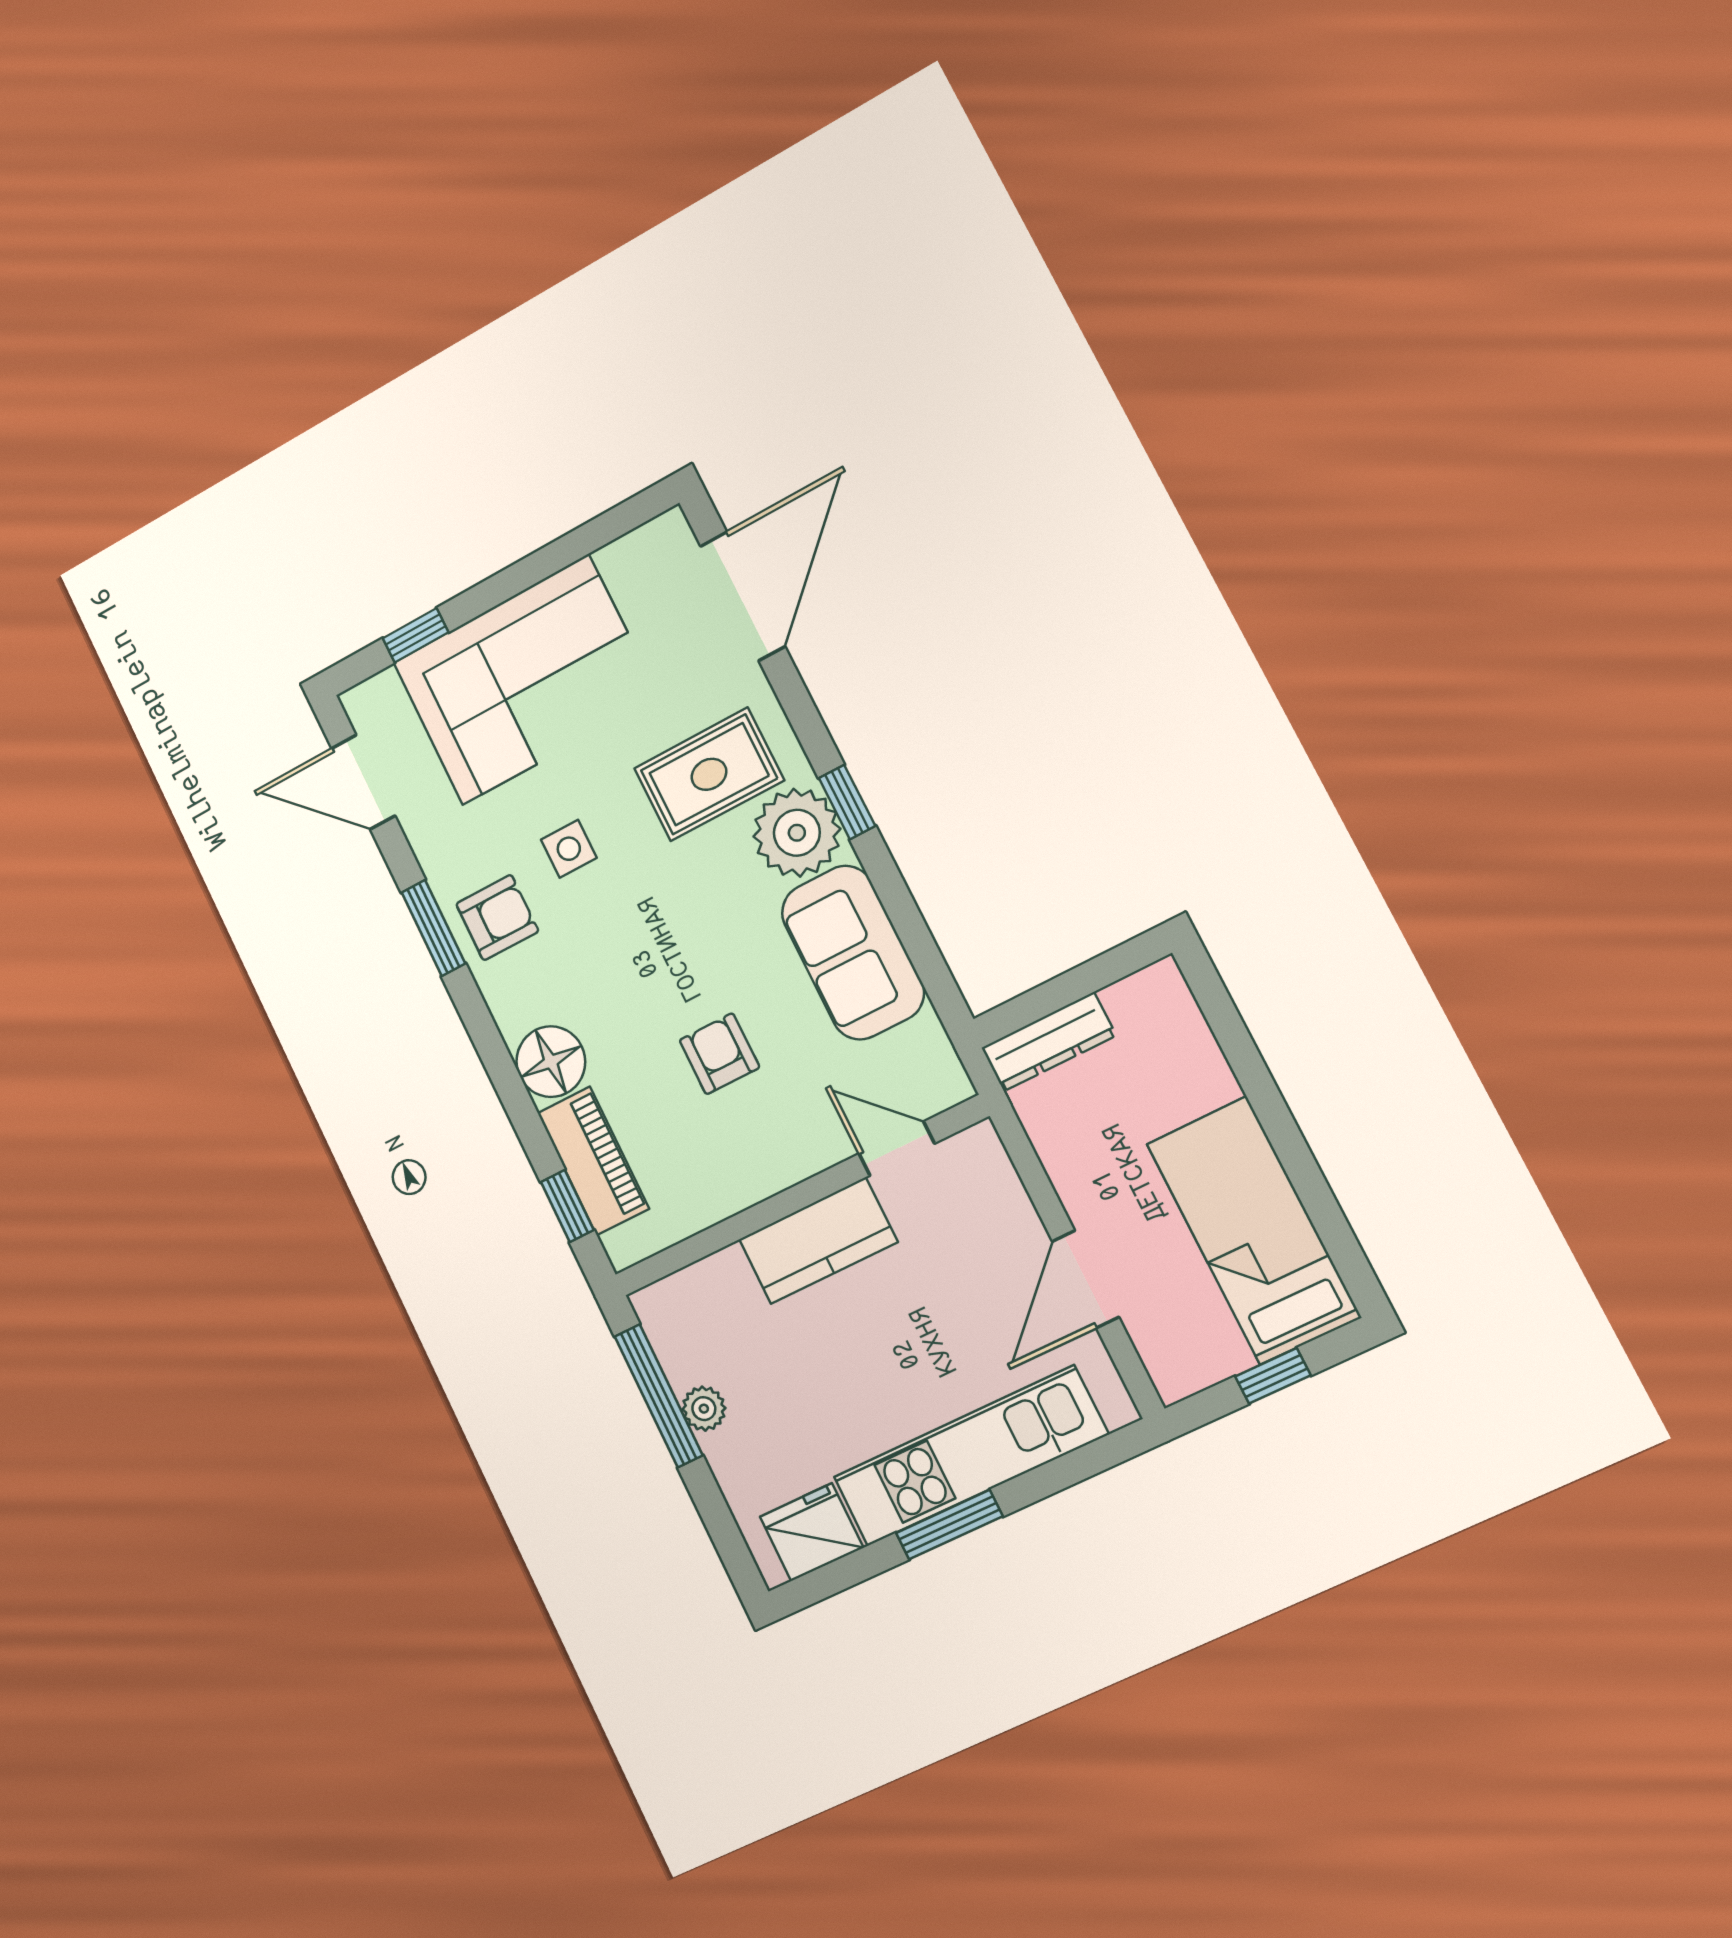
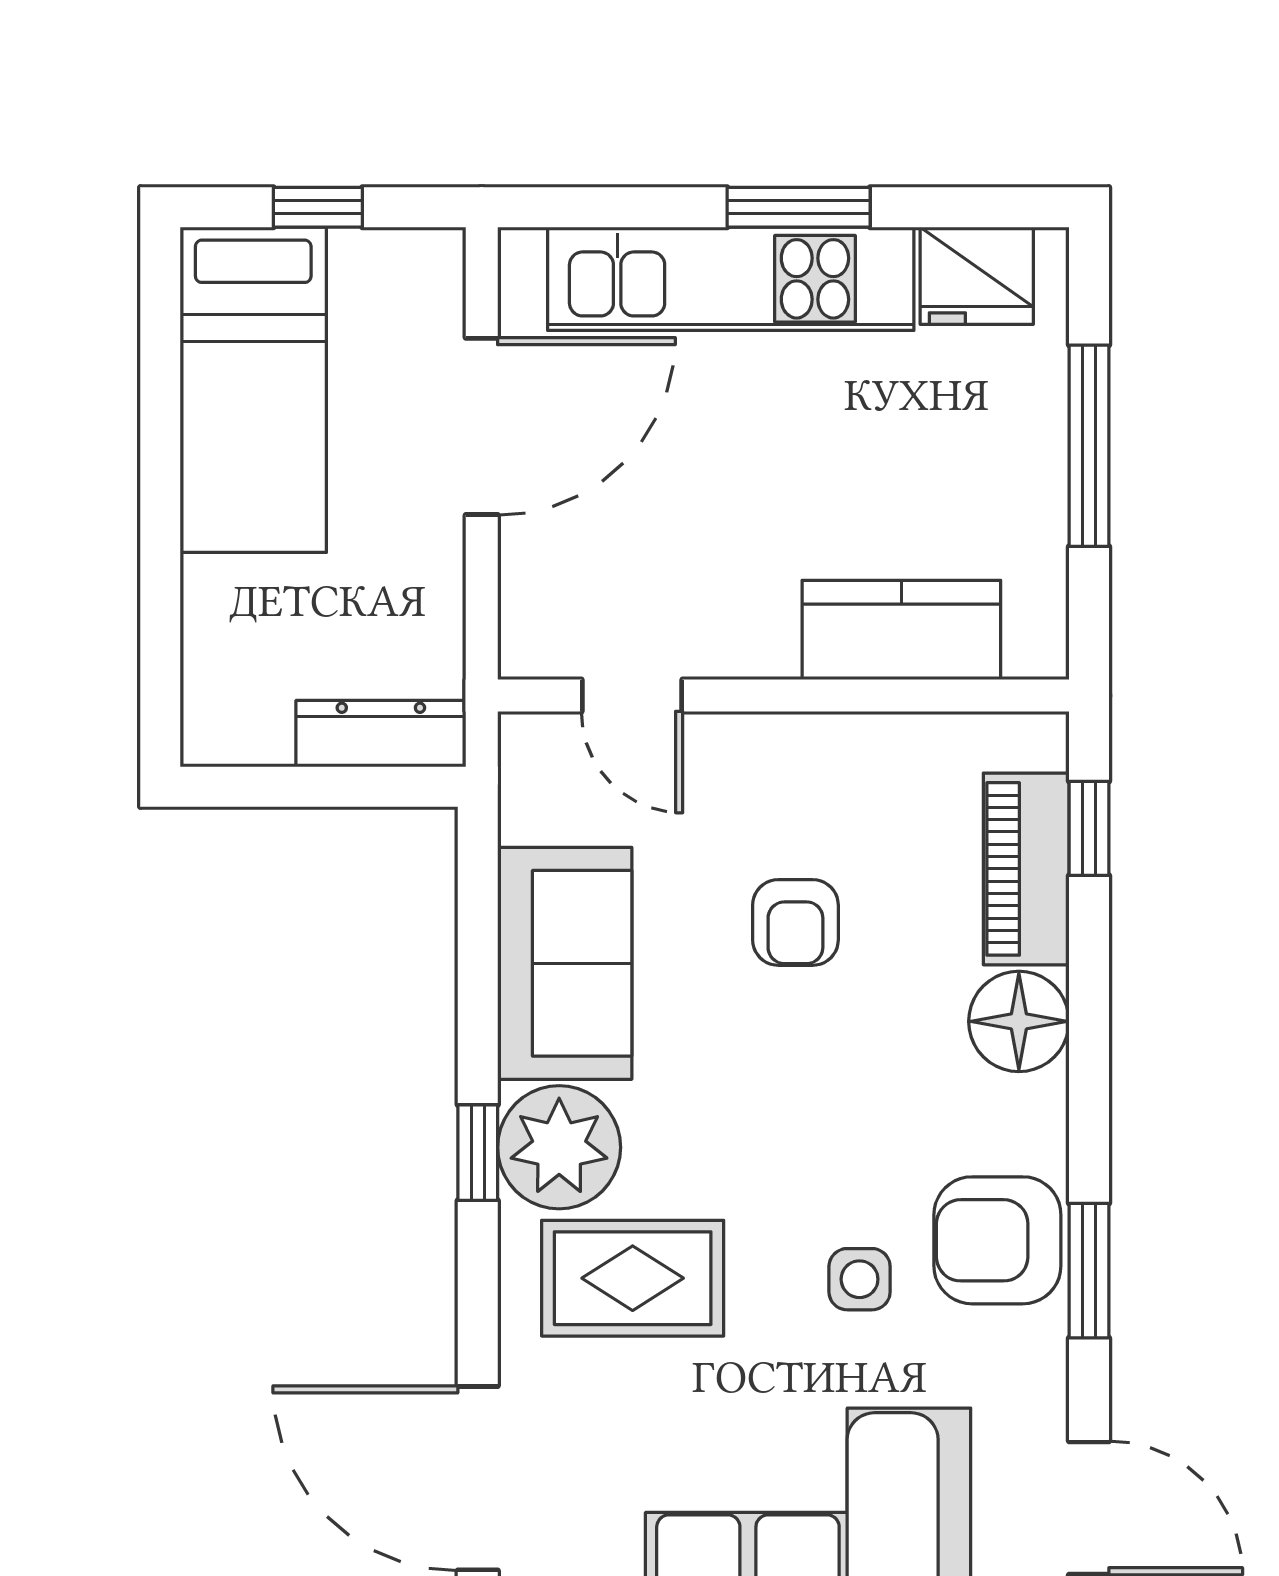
door: (743, 596) -> (478, 1478), hinge flipped
armchair: (497, 918) -> (997, 1240), width x1.38, depth x1.38
kitchen counter: (818, 1241) -> (901, 630), moved
door: (1085, 1279) -> (482, 426), width x1.36
window: (659, 1396) -> (1089, 446), moved
plant: (704, 1409) -> (1038, 491), removed

